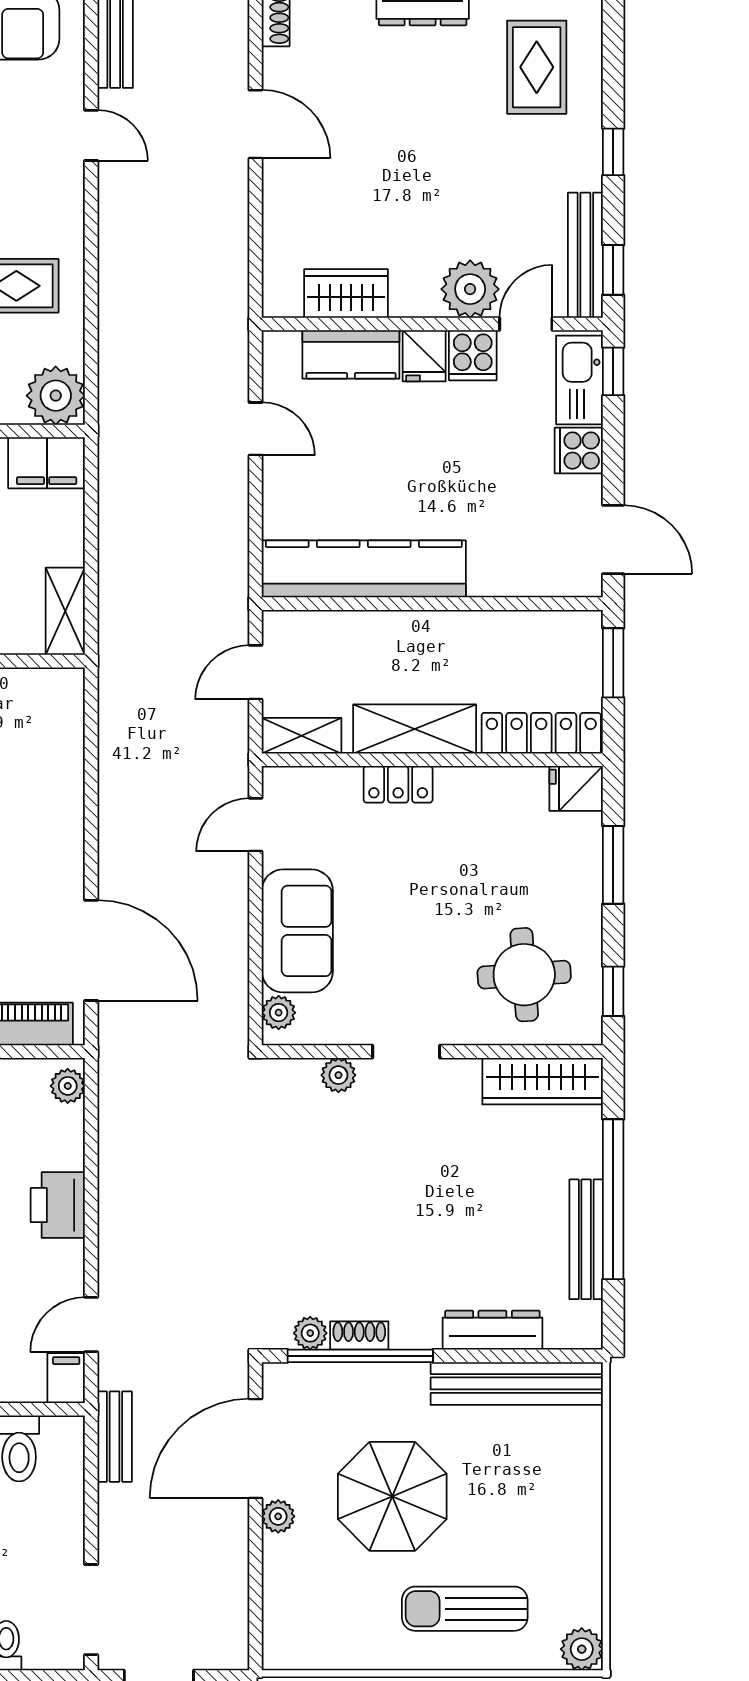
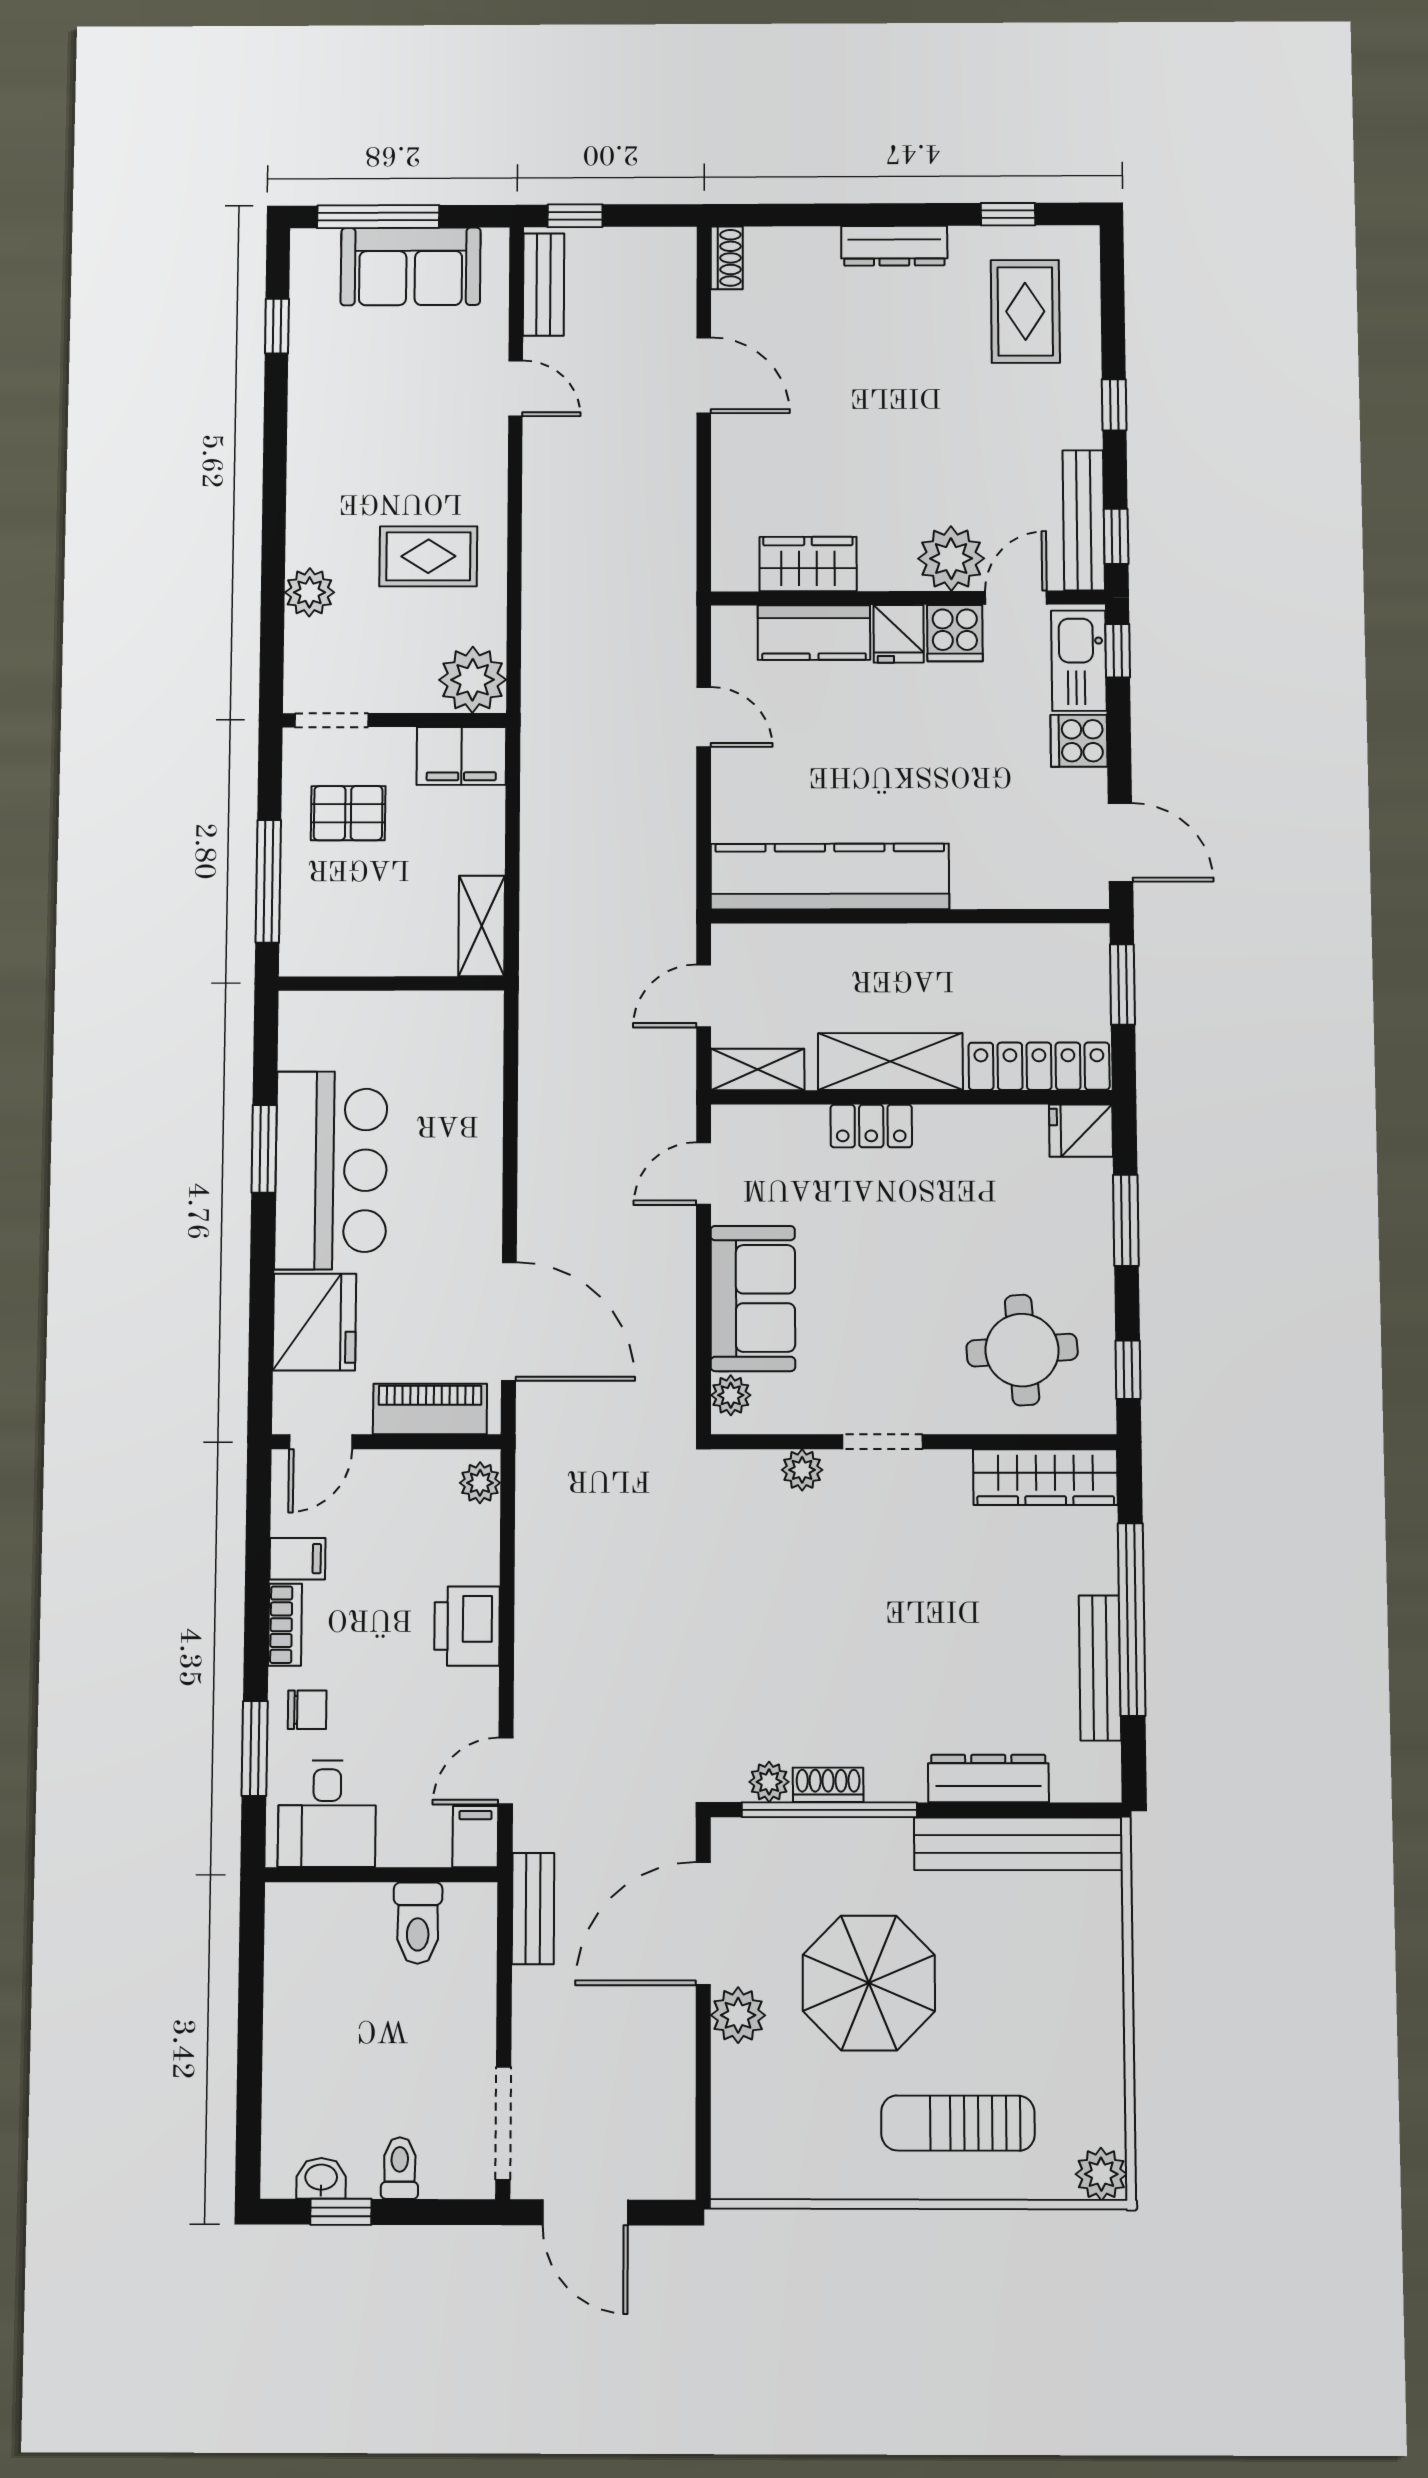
plant: (278, 1516) -> (738, 2015), width x1.38, depth x1.38

